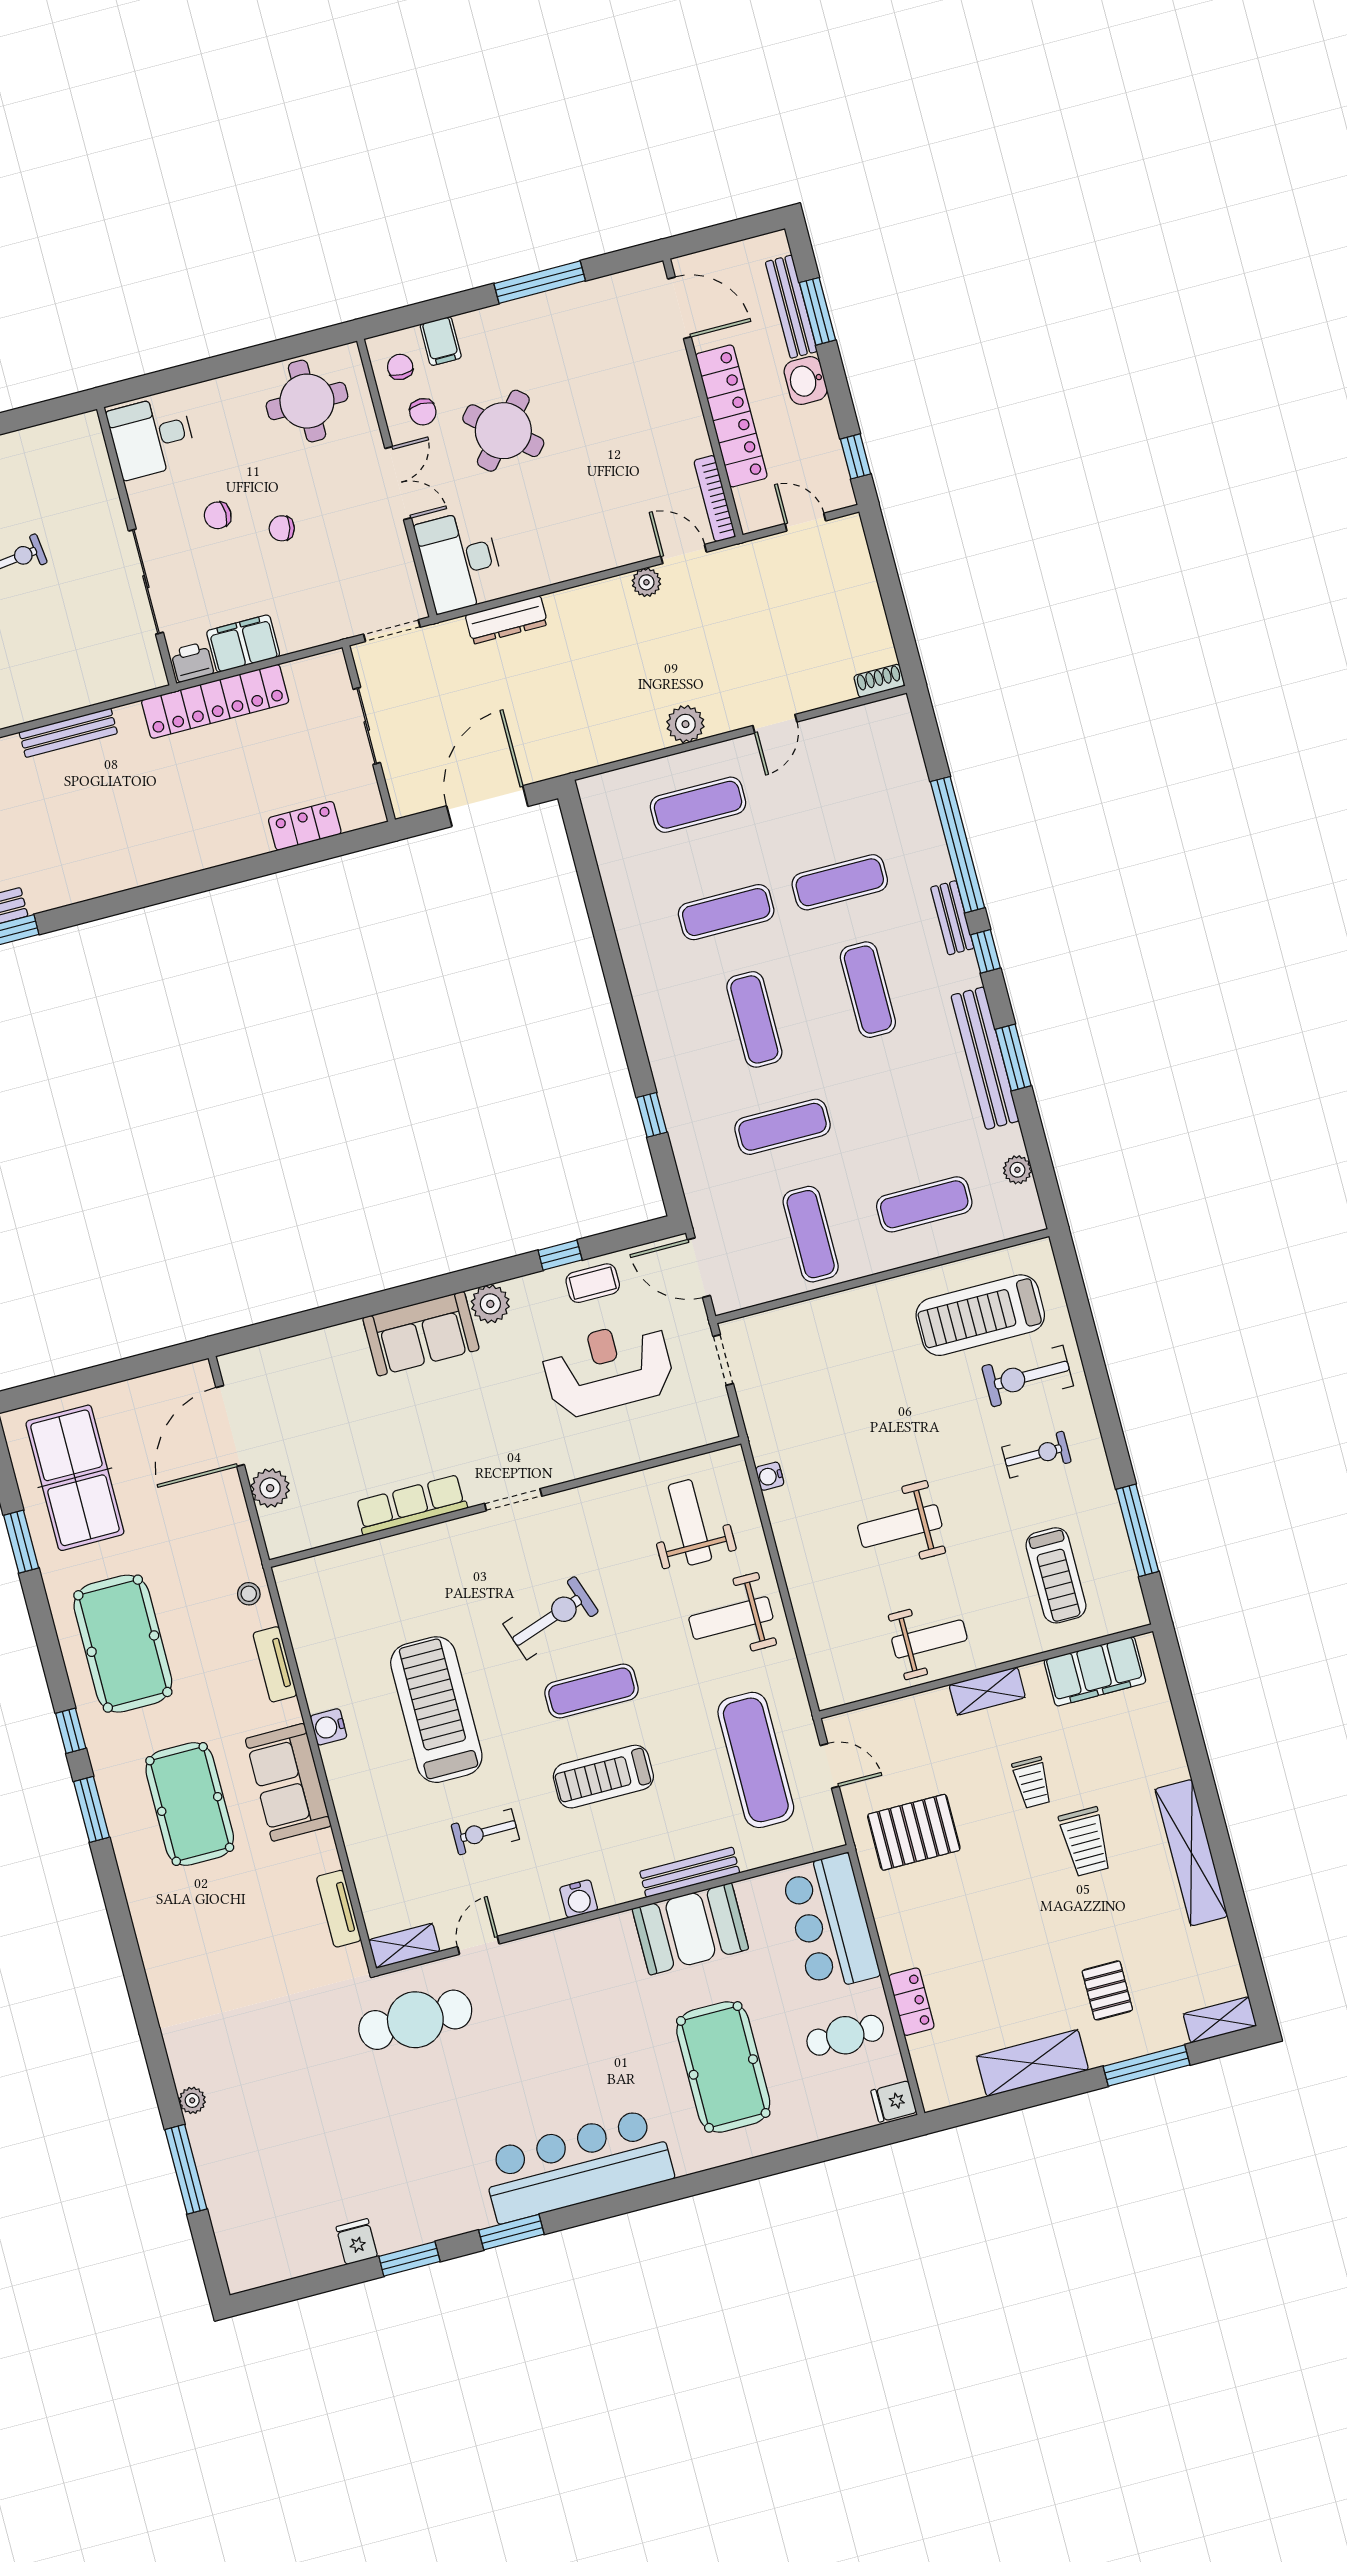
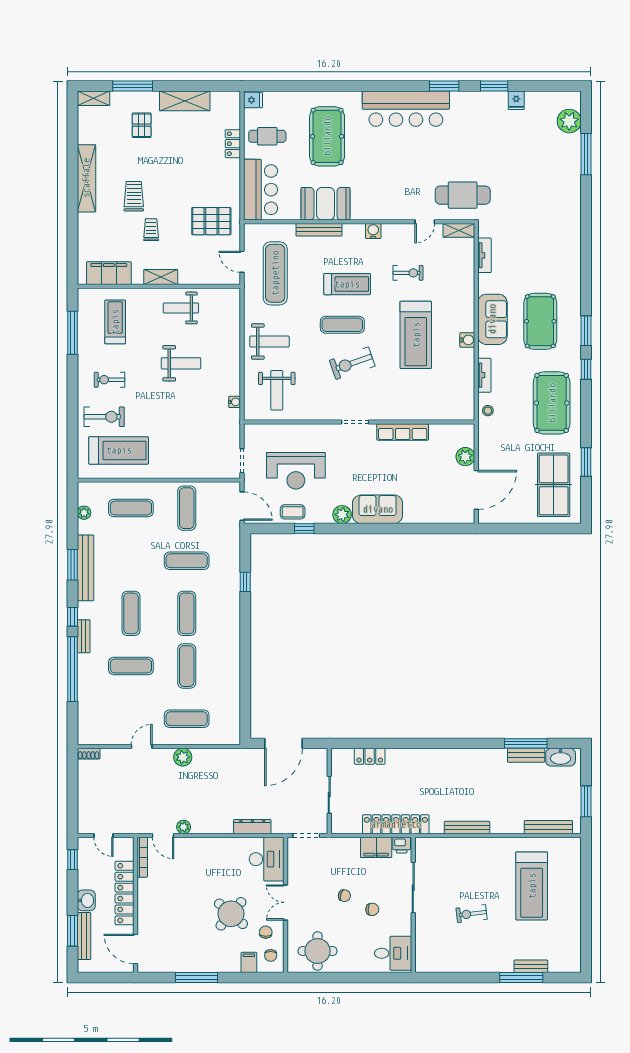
exercise mat: (726, 912) -> (187, 666), turned 90
plant: (192, 2100) -> (569, 121), moved, width x1.88, depth x1.88

